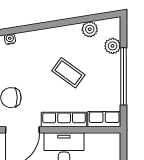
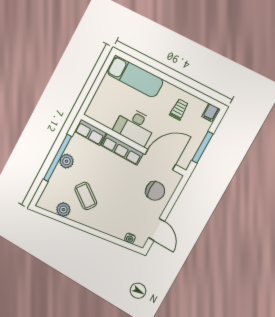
plant: (113, 46) -> (66, 161), moved
coffee table: (68, 73) -> (86, 196), moved

